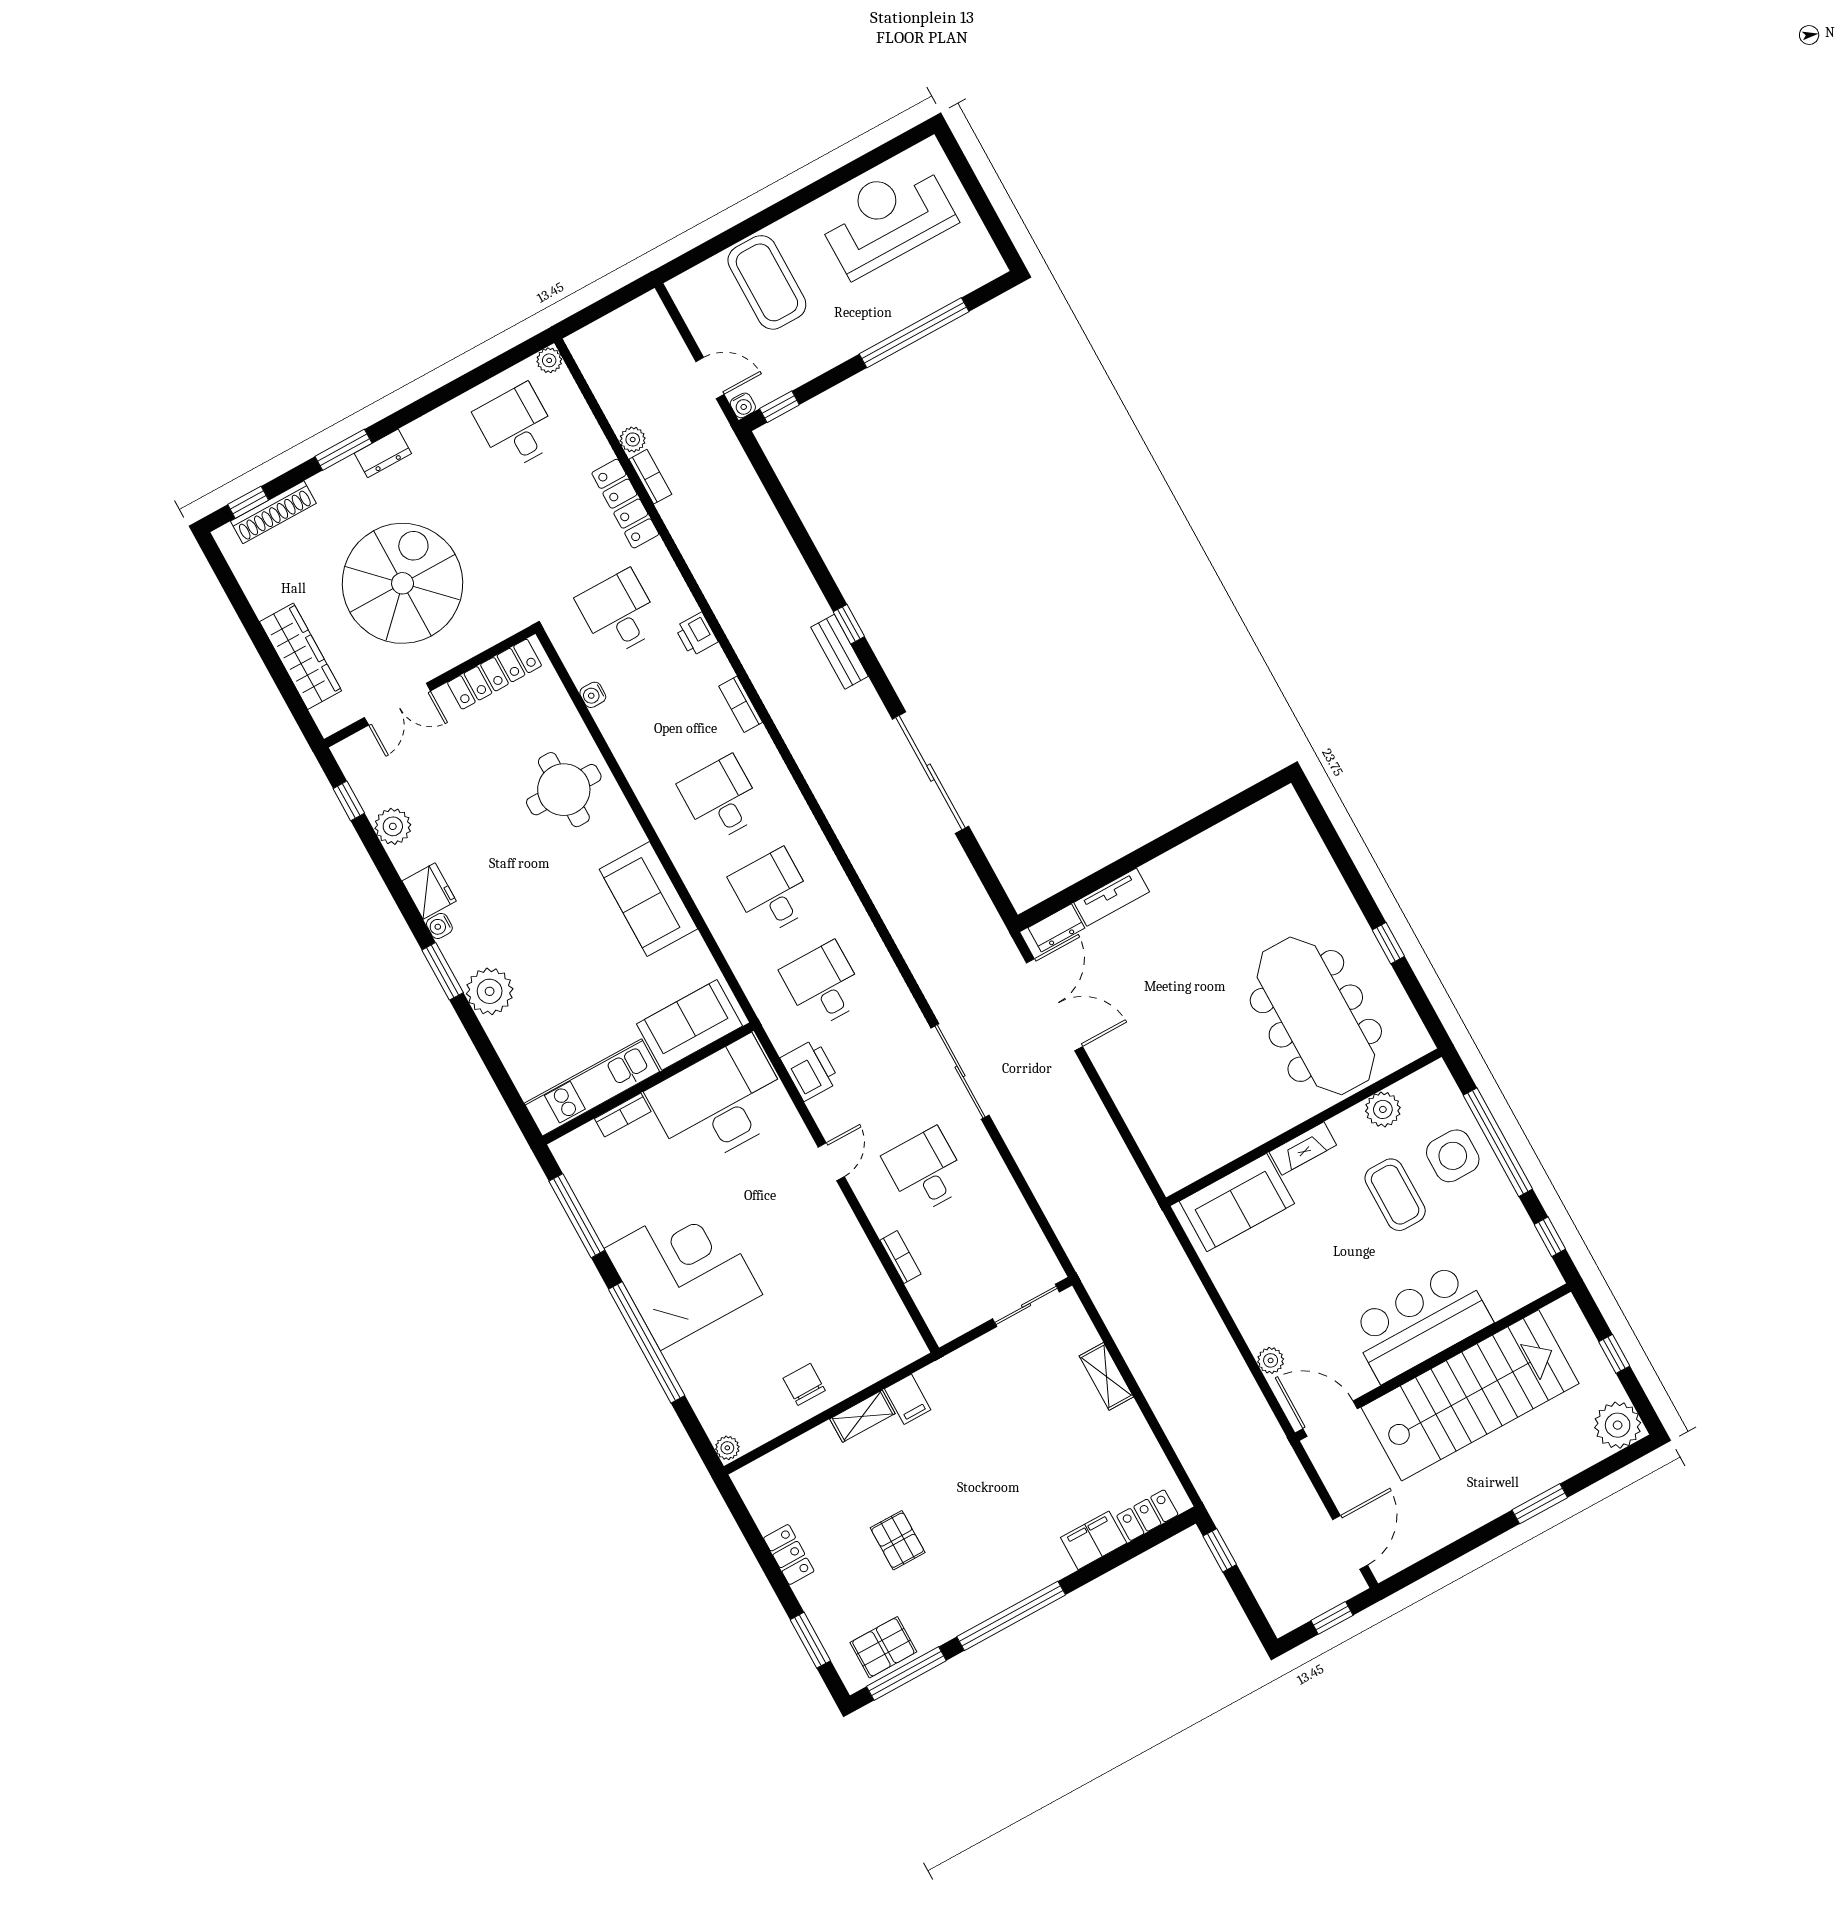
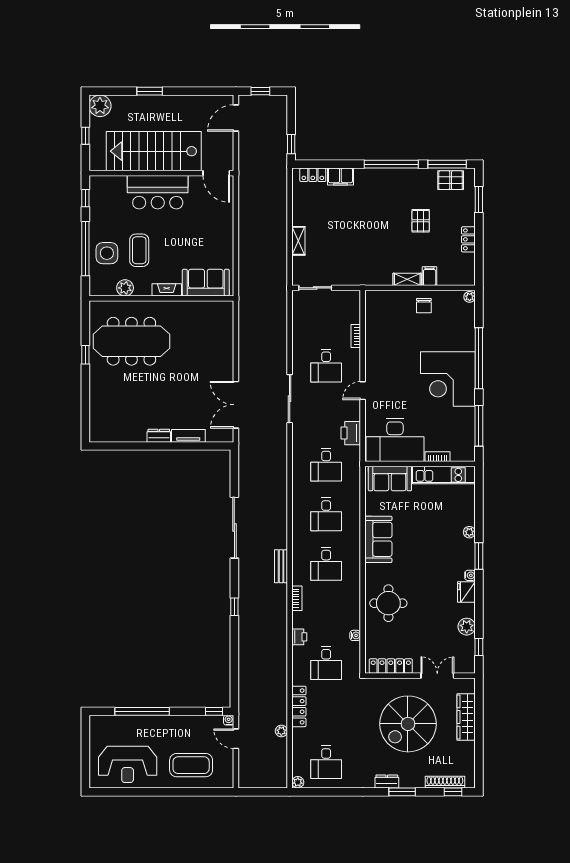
coffee table: (767, 282) -> (191, 765), turned 90
bookcase: (650, 477) -> (283, 712), removed
bench: (840, 652) -> (281, 566), moved
dresser: (1056, 928) -> (159, 436), moved
plant: (490, 991) -> (469, 532), width x0.53, depth x0.53
meeting table: (1316, 1016) -> (131, 341), turned 90
plant: (1271, 1360) -> (227, 210), removed
filing cabinet: (908, 1399) -> (430, 276), moved

